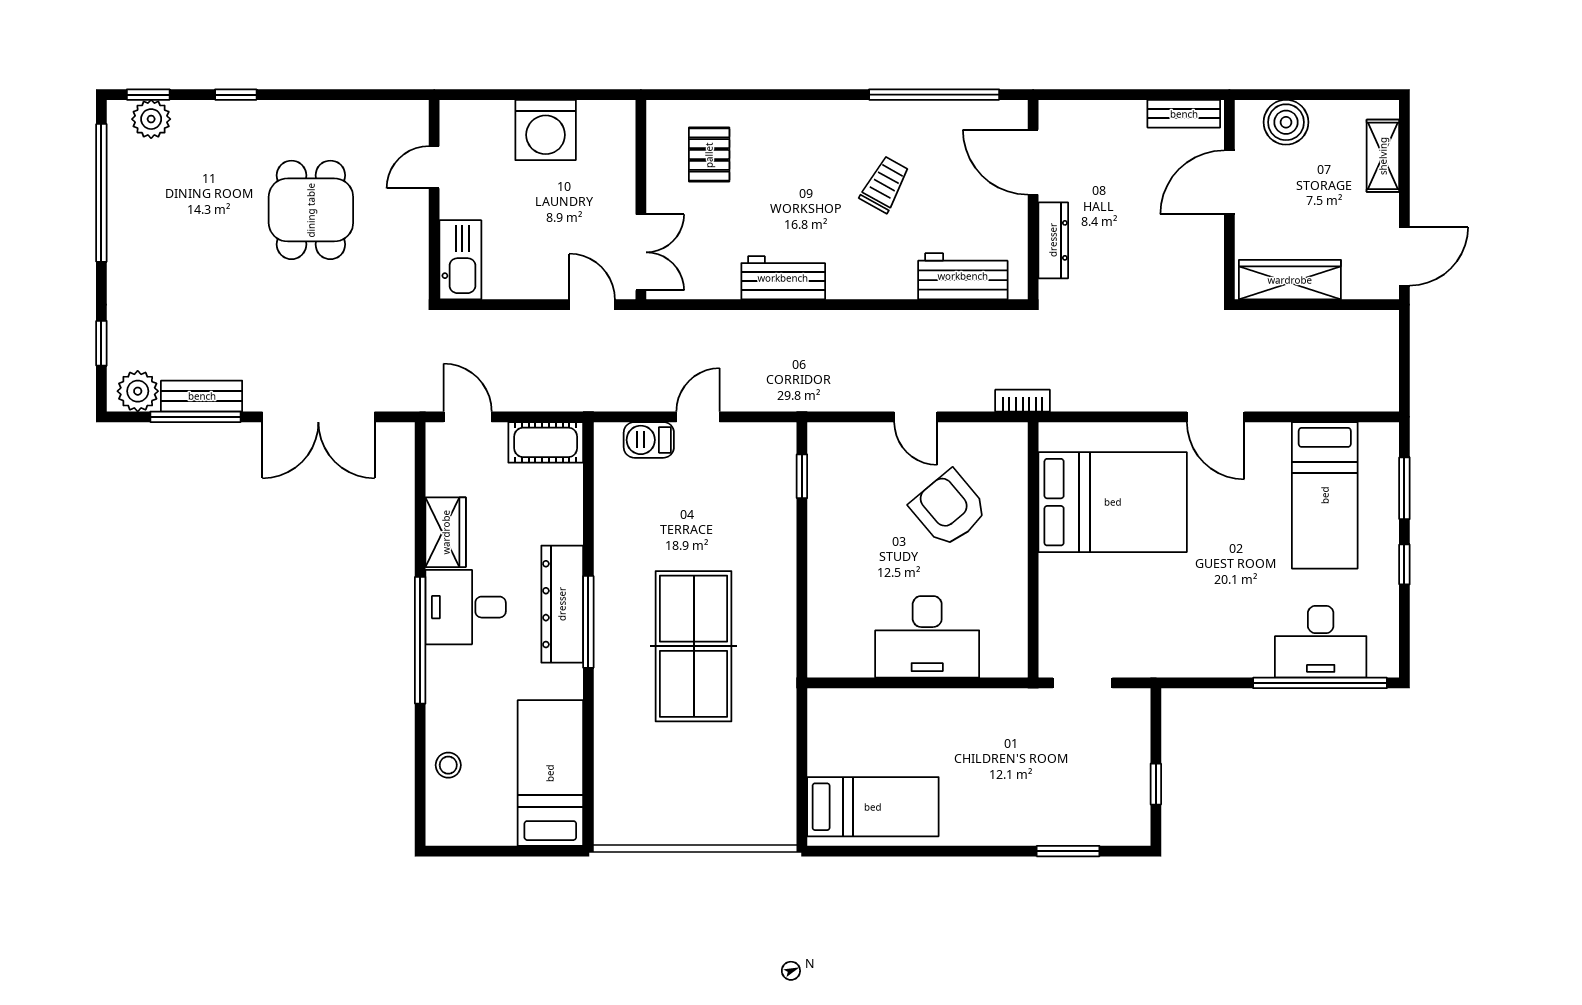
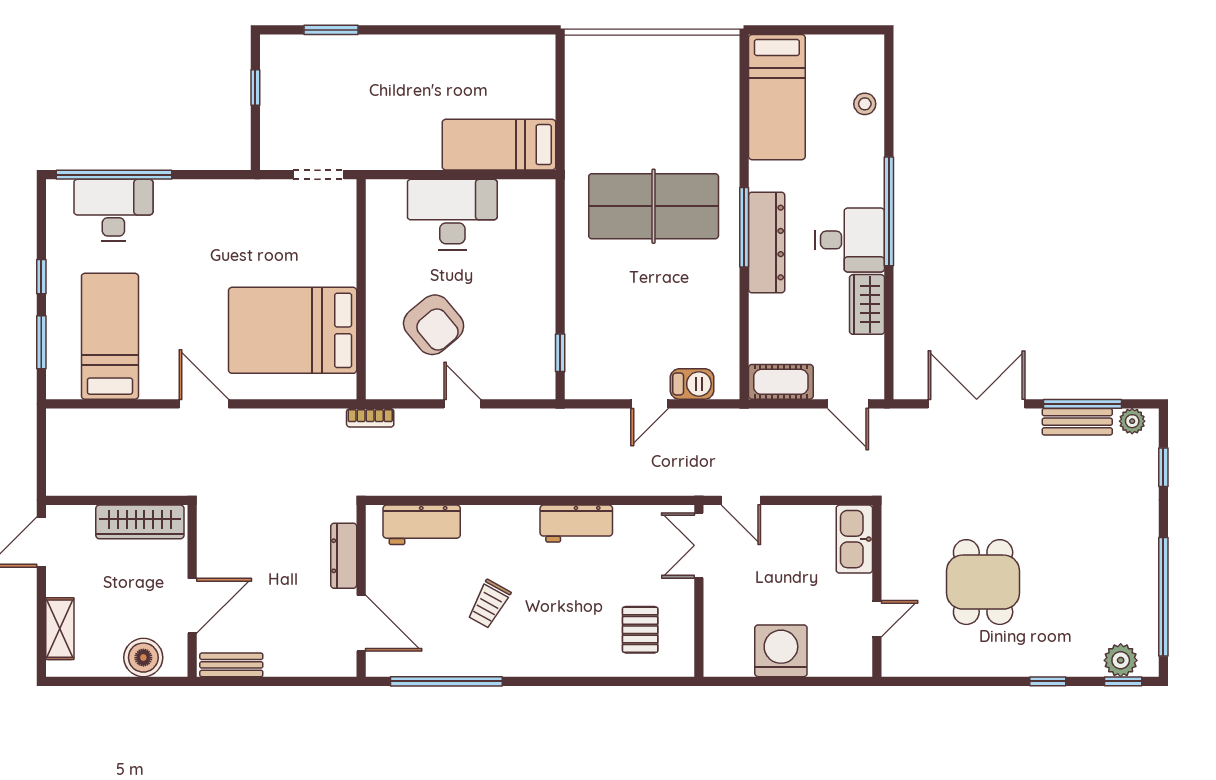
plant: (138, 391) -> (1132, 421), width x0.73, depth x0.73
table tennis table: (694, 646) -> (654, 206), turned 90
bed: (873, 807) -> (499, 145), moved

